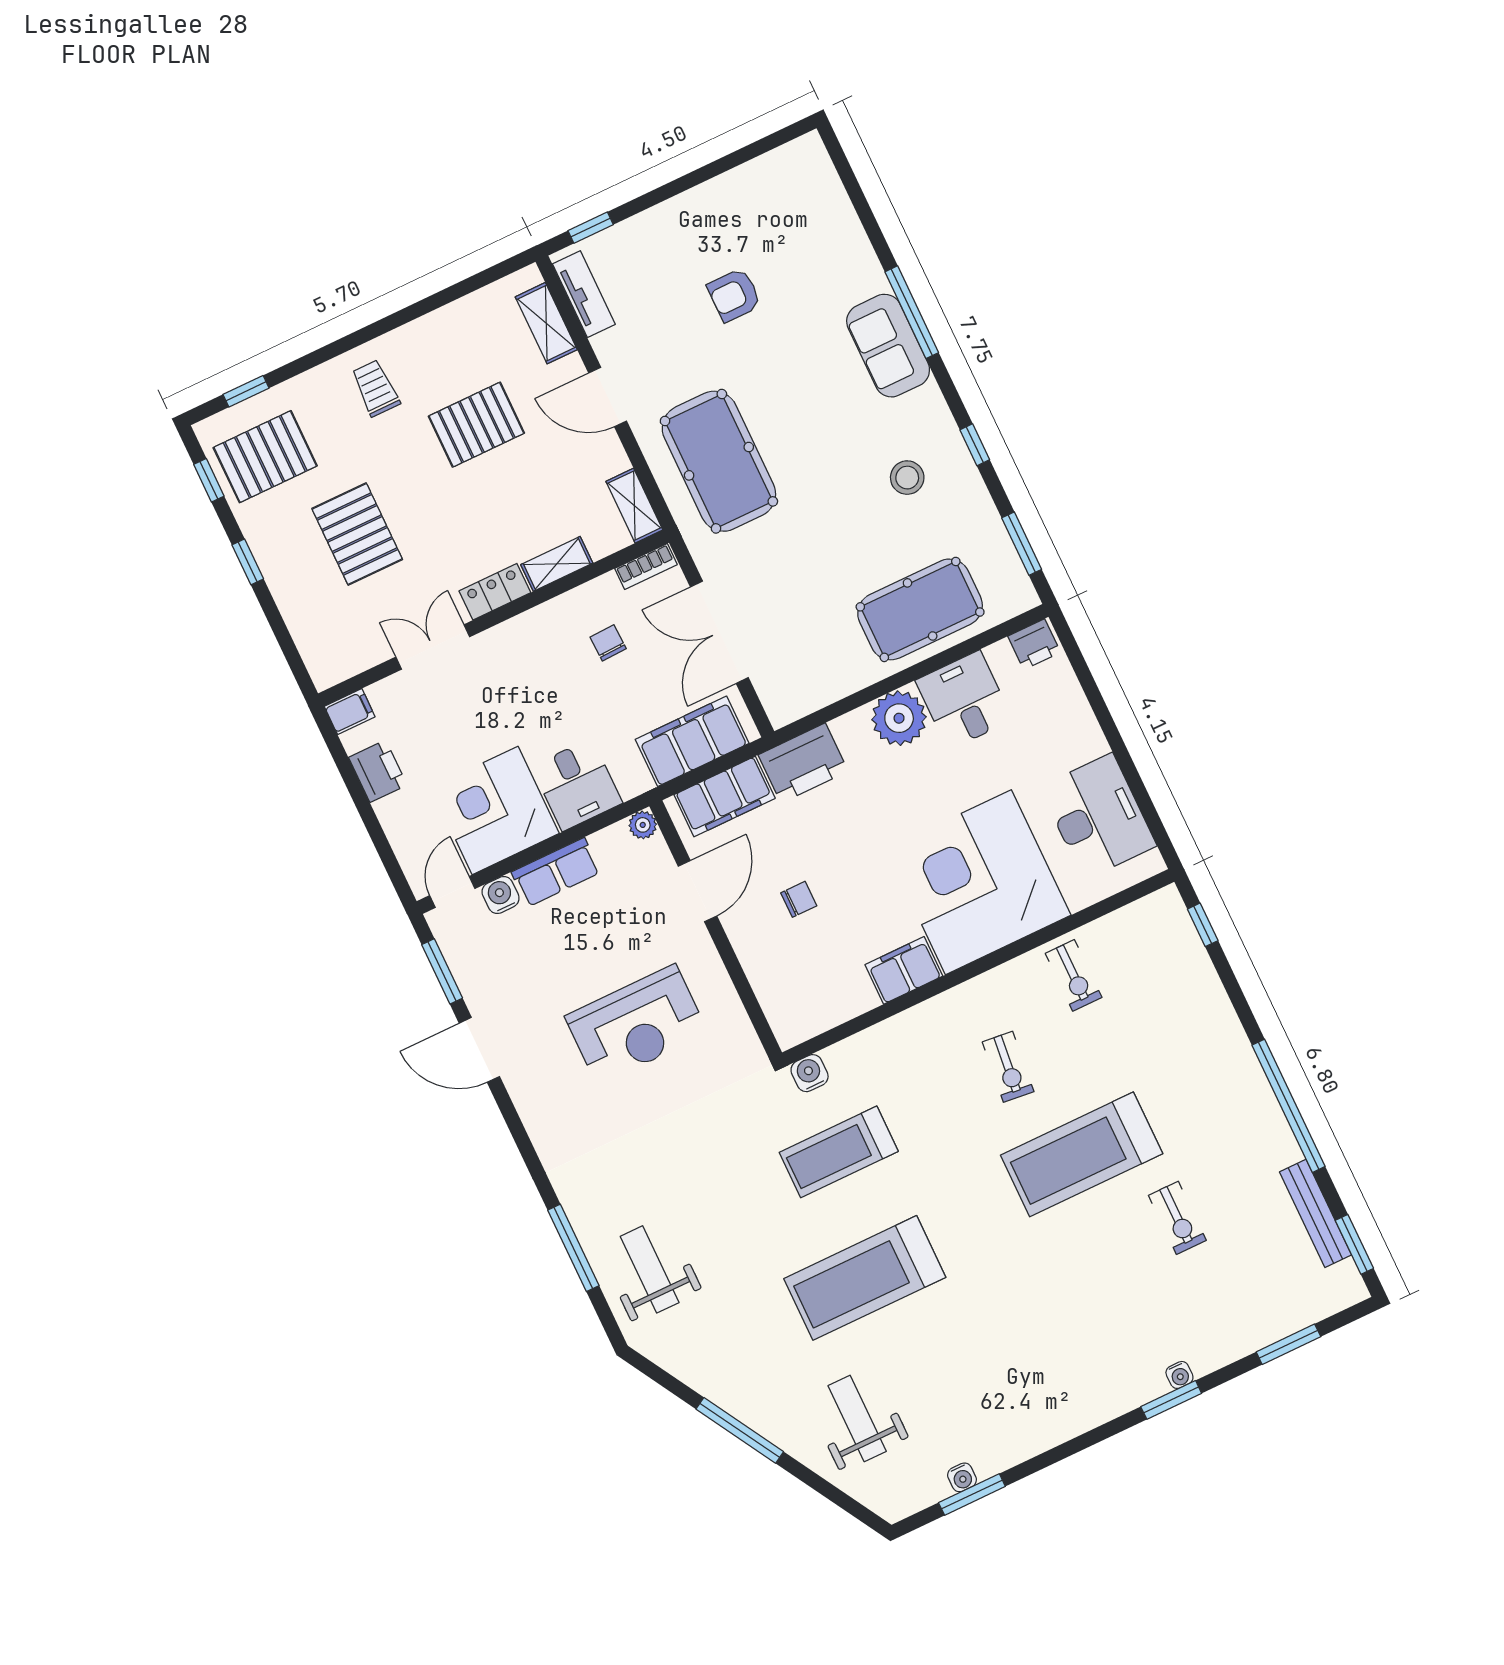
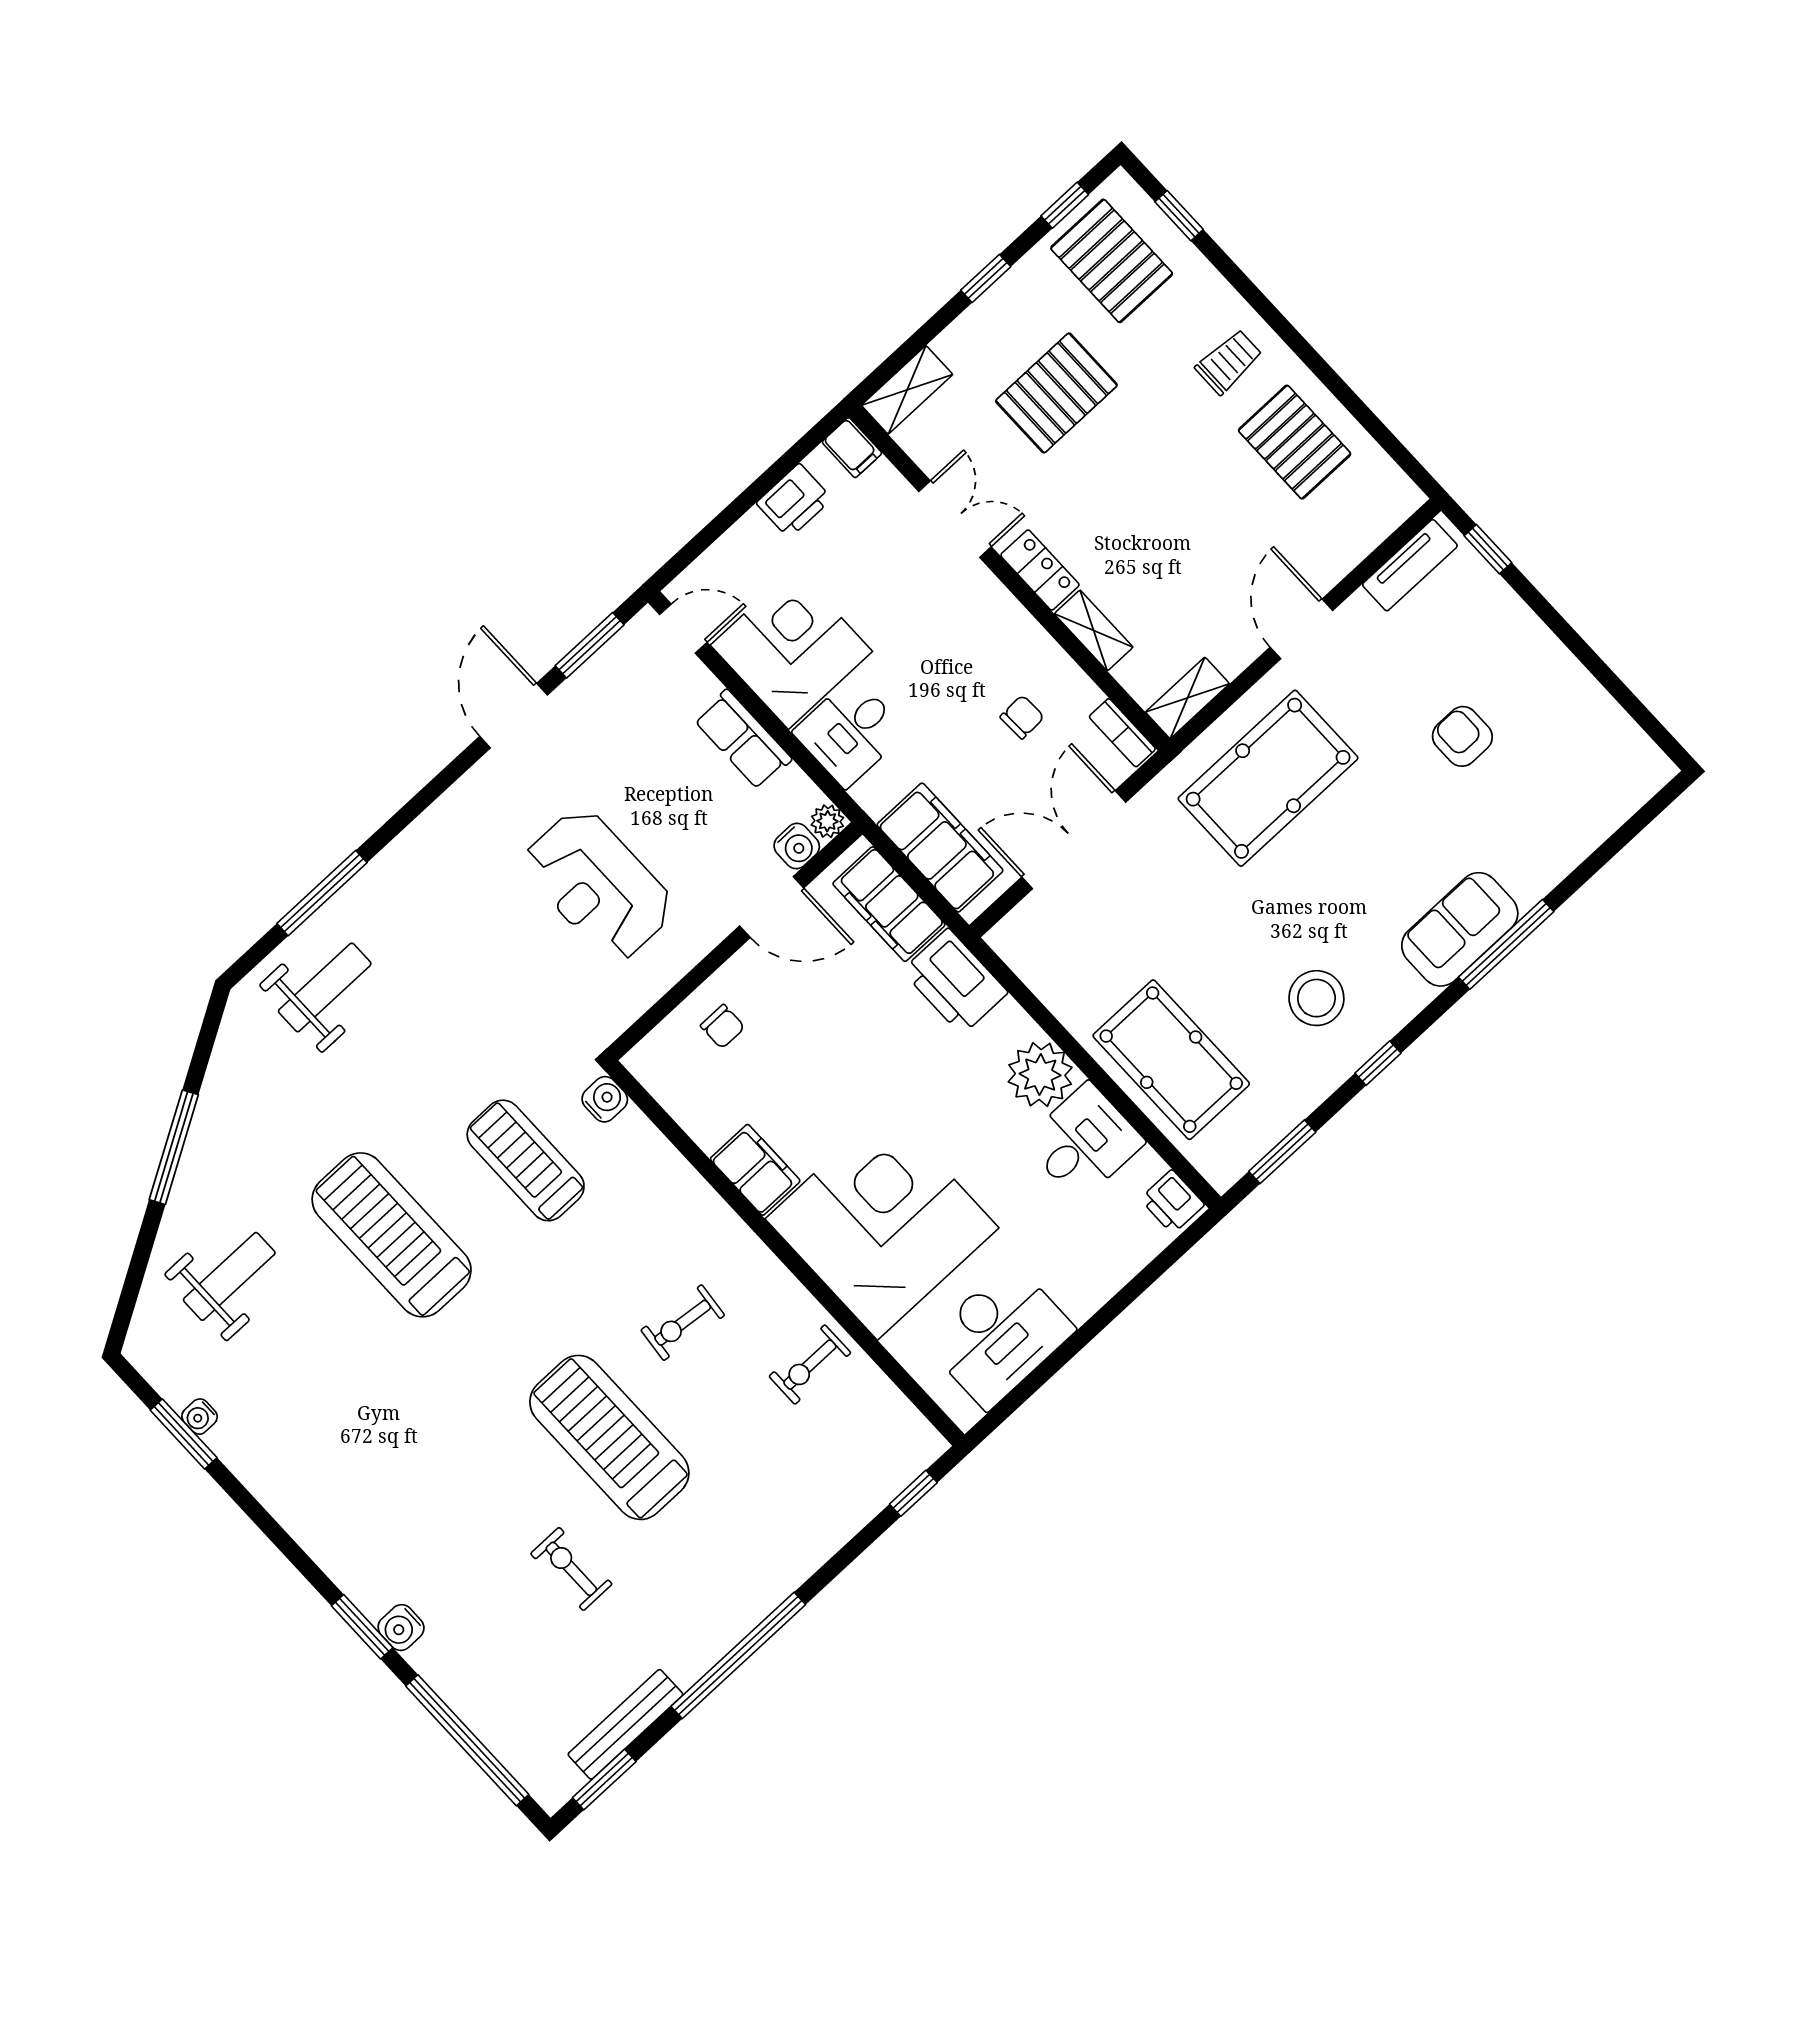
shelving: (546, 323) -> (907, 390), moved
pallet: (476, 425) -> (1295, 442), moved
stool: (907, 478) -> (1316, 998), width x1.38, depth x1.38
water cooler: (501, 895) -> (797, 846), moved, turned 90
chair: (799, 899) -> (723, 1026), moved
exercise bike: (1177, 1218) -> (571, 1569), turned 90
window: (1288, 1344) -> (467, 1740), width x2.11
water cooler: (1179, 1375) -> (401, 1628), width x1.38, depth x1.38

